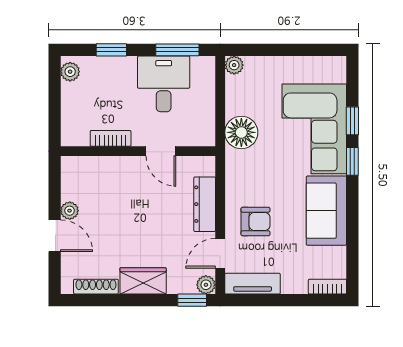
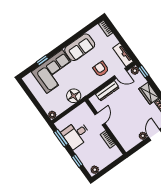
window: (352, 161) -> (56, 50), removed

